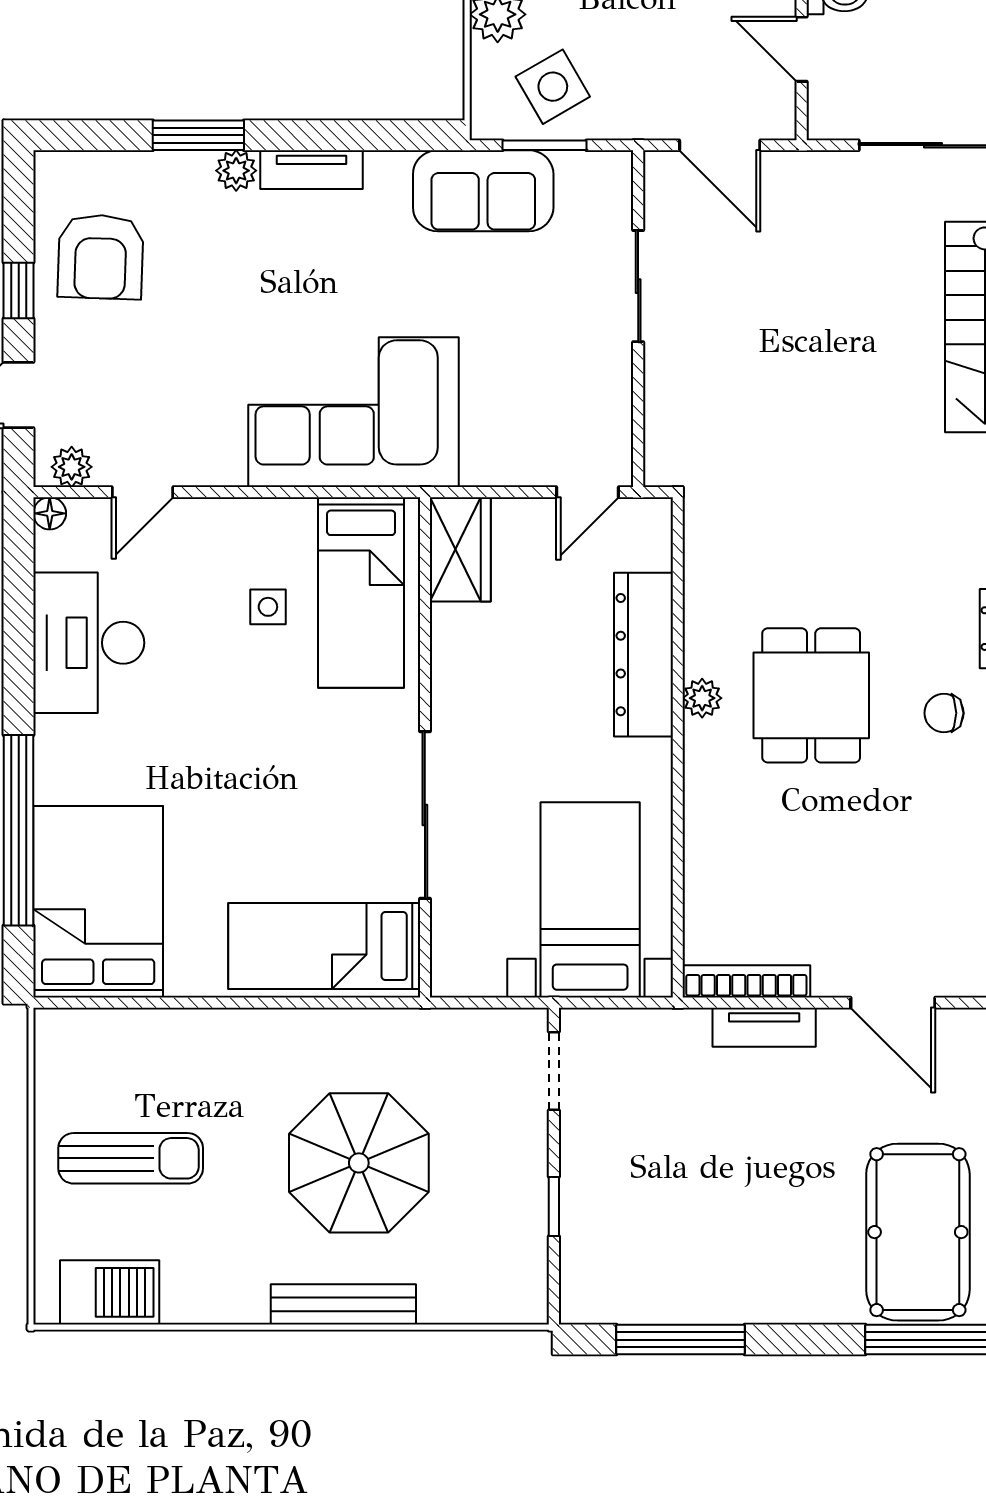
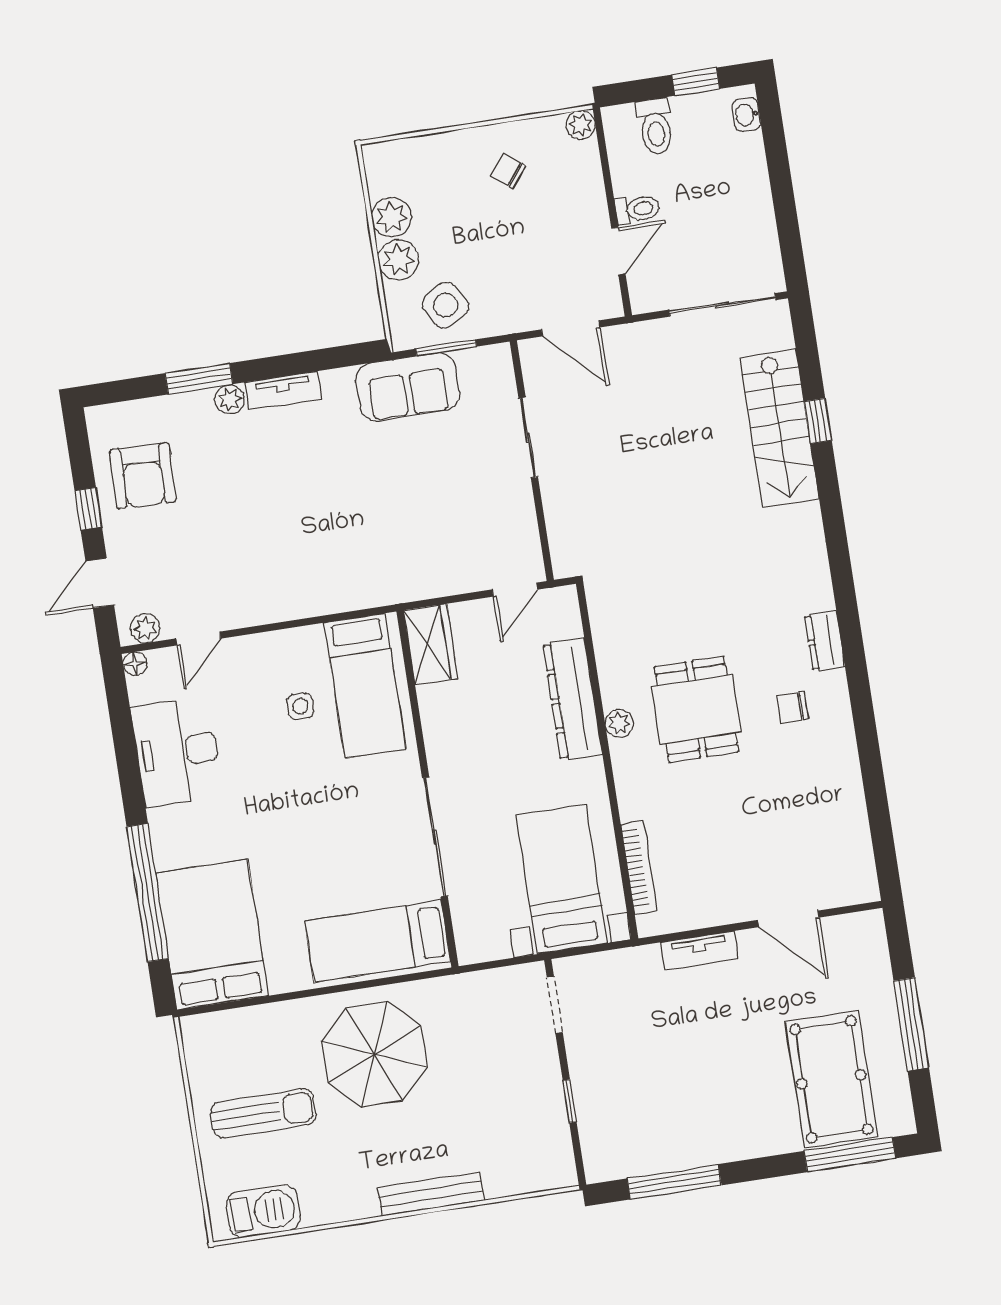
door: (802, 49) -> (618, 251), swing flipped
corner sofa: (354, 412) -> (340, 558), removed
bookcase: (746, 981) -> (639, 867), moved, turned 90
parasol: (359, 1163) -> (374, 1054), moved

